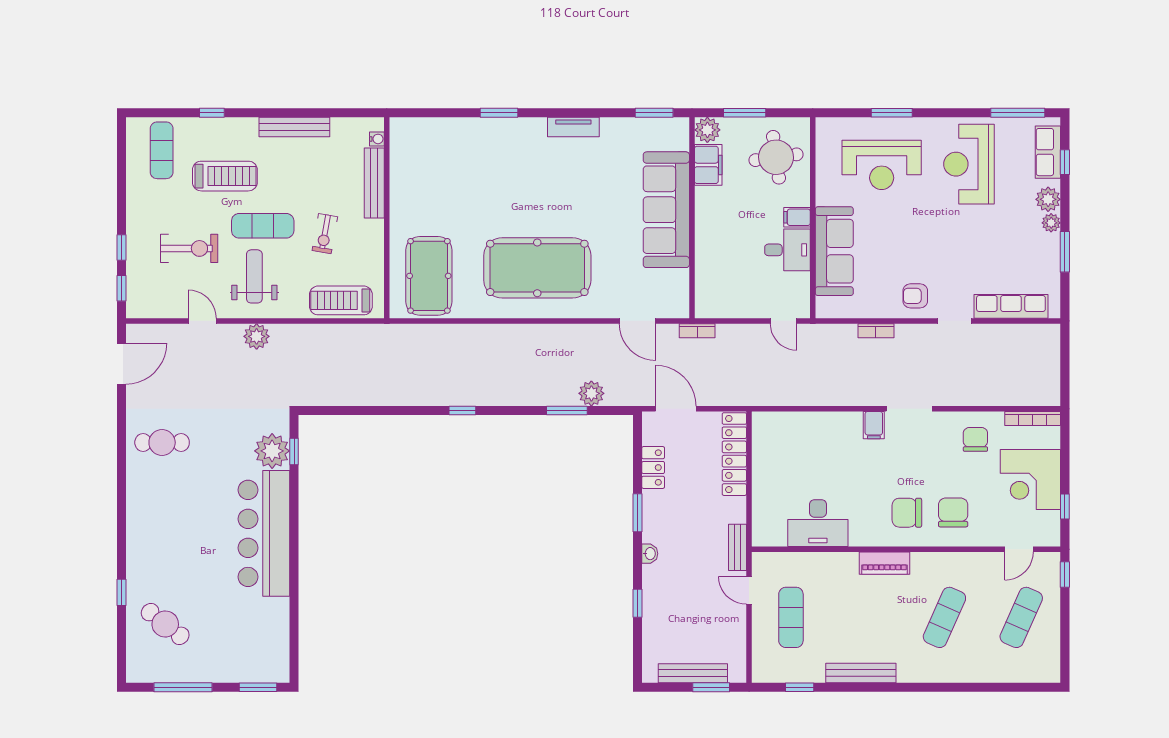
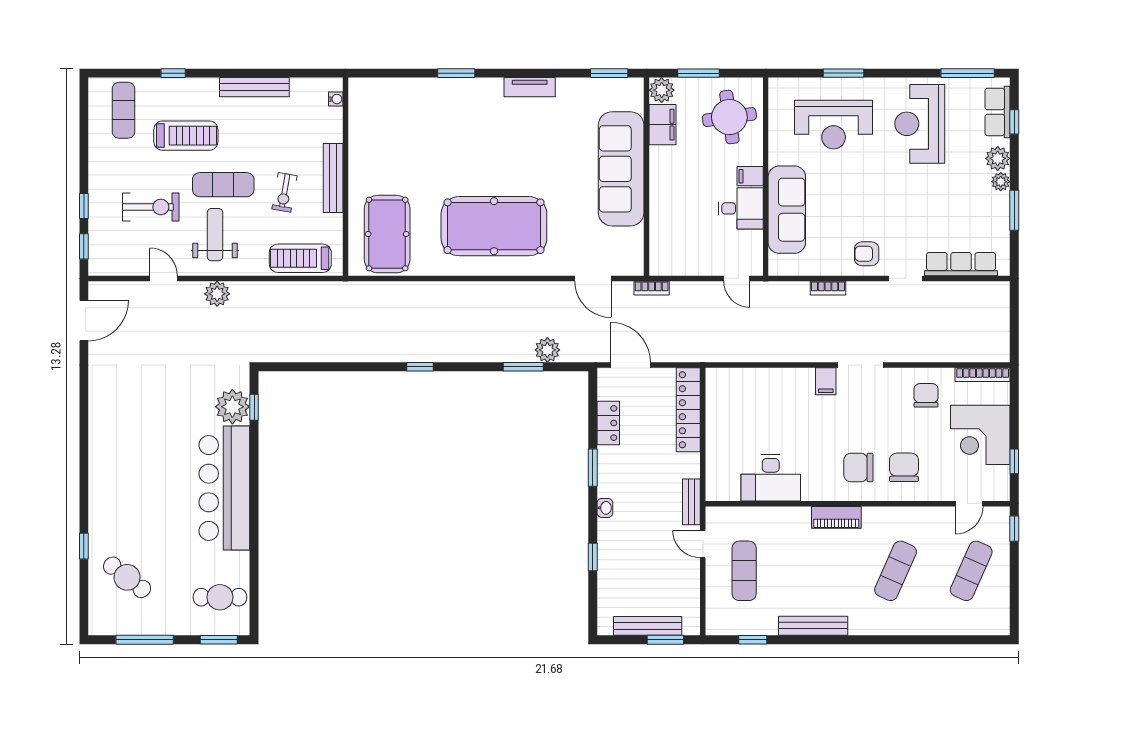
bench: (374, 183) -> (333, 178), moved
cafe table: (162, 443) -> (220, 597), moved

